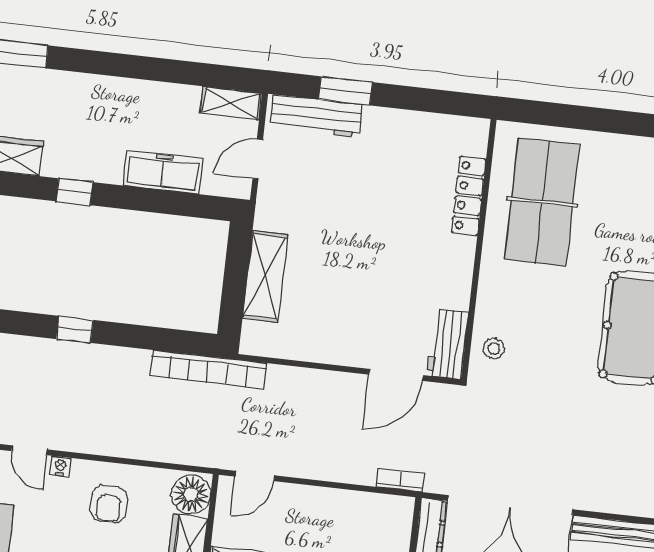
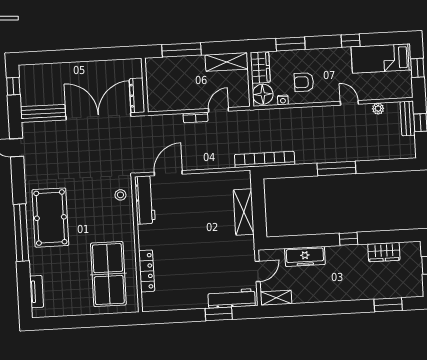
window: (75, 329) -> (336, 168), width x2.17
workbench: (448, 344) -> (145, 200), width x1.38
nightstand: (60, 466) -> (283, 100), moved
door: (255, 476) -> (219, 110), moved
bookcase: (400, 480) -> (195, 117), moved
armchair: (109, 504) -> (304, 82), turned -90

